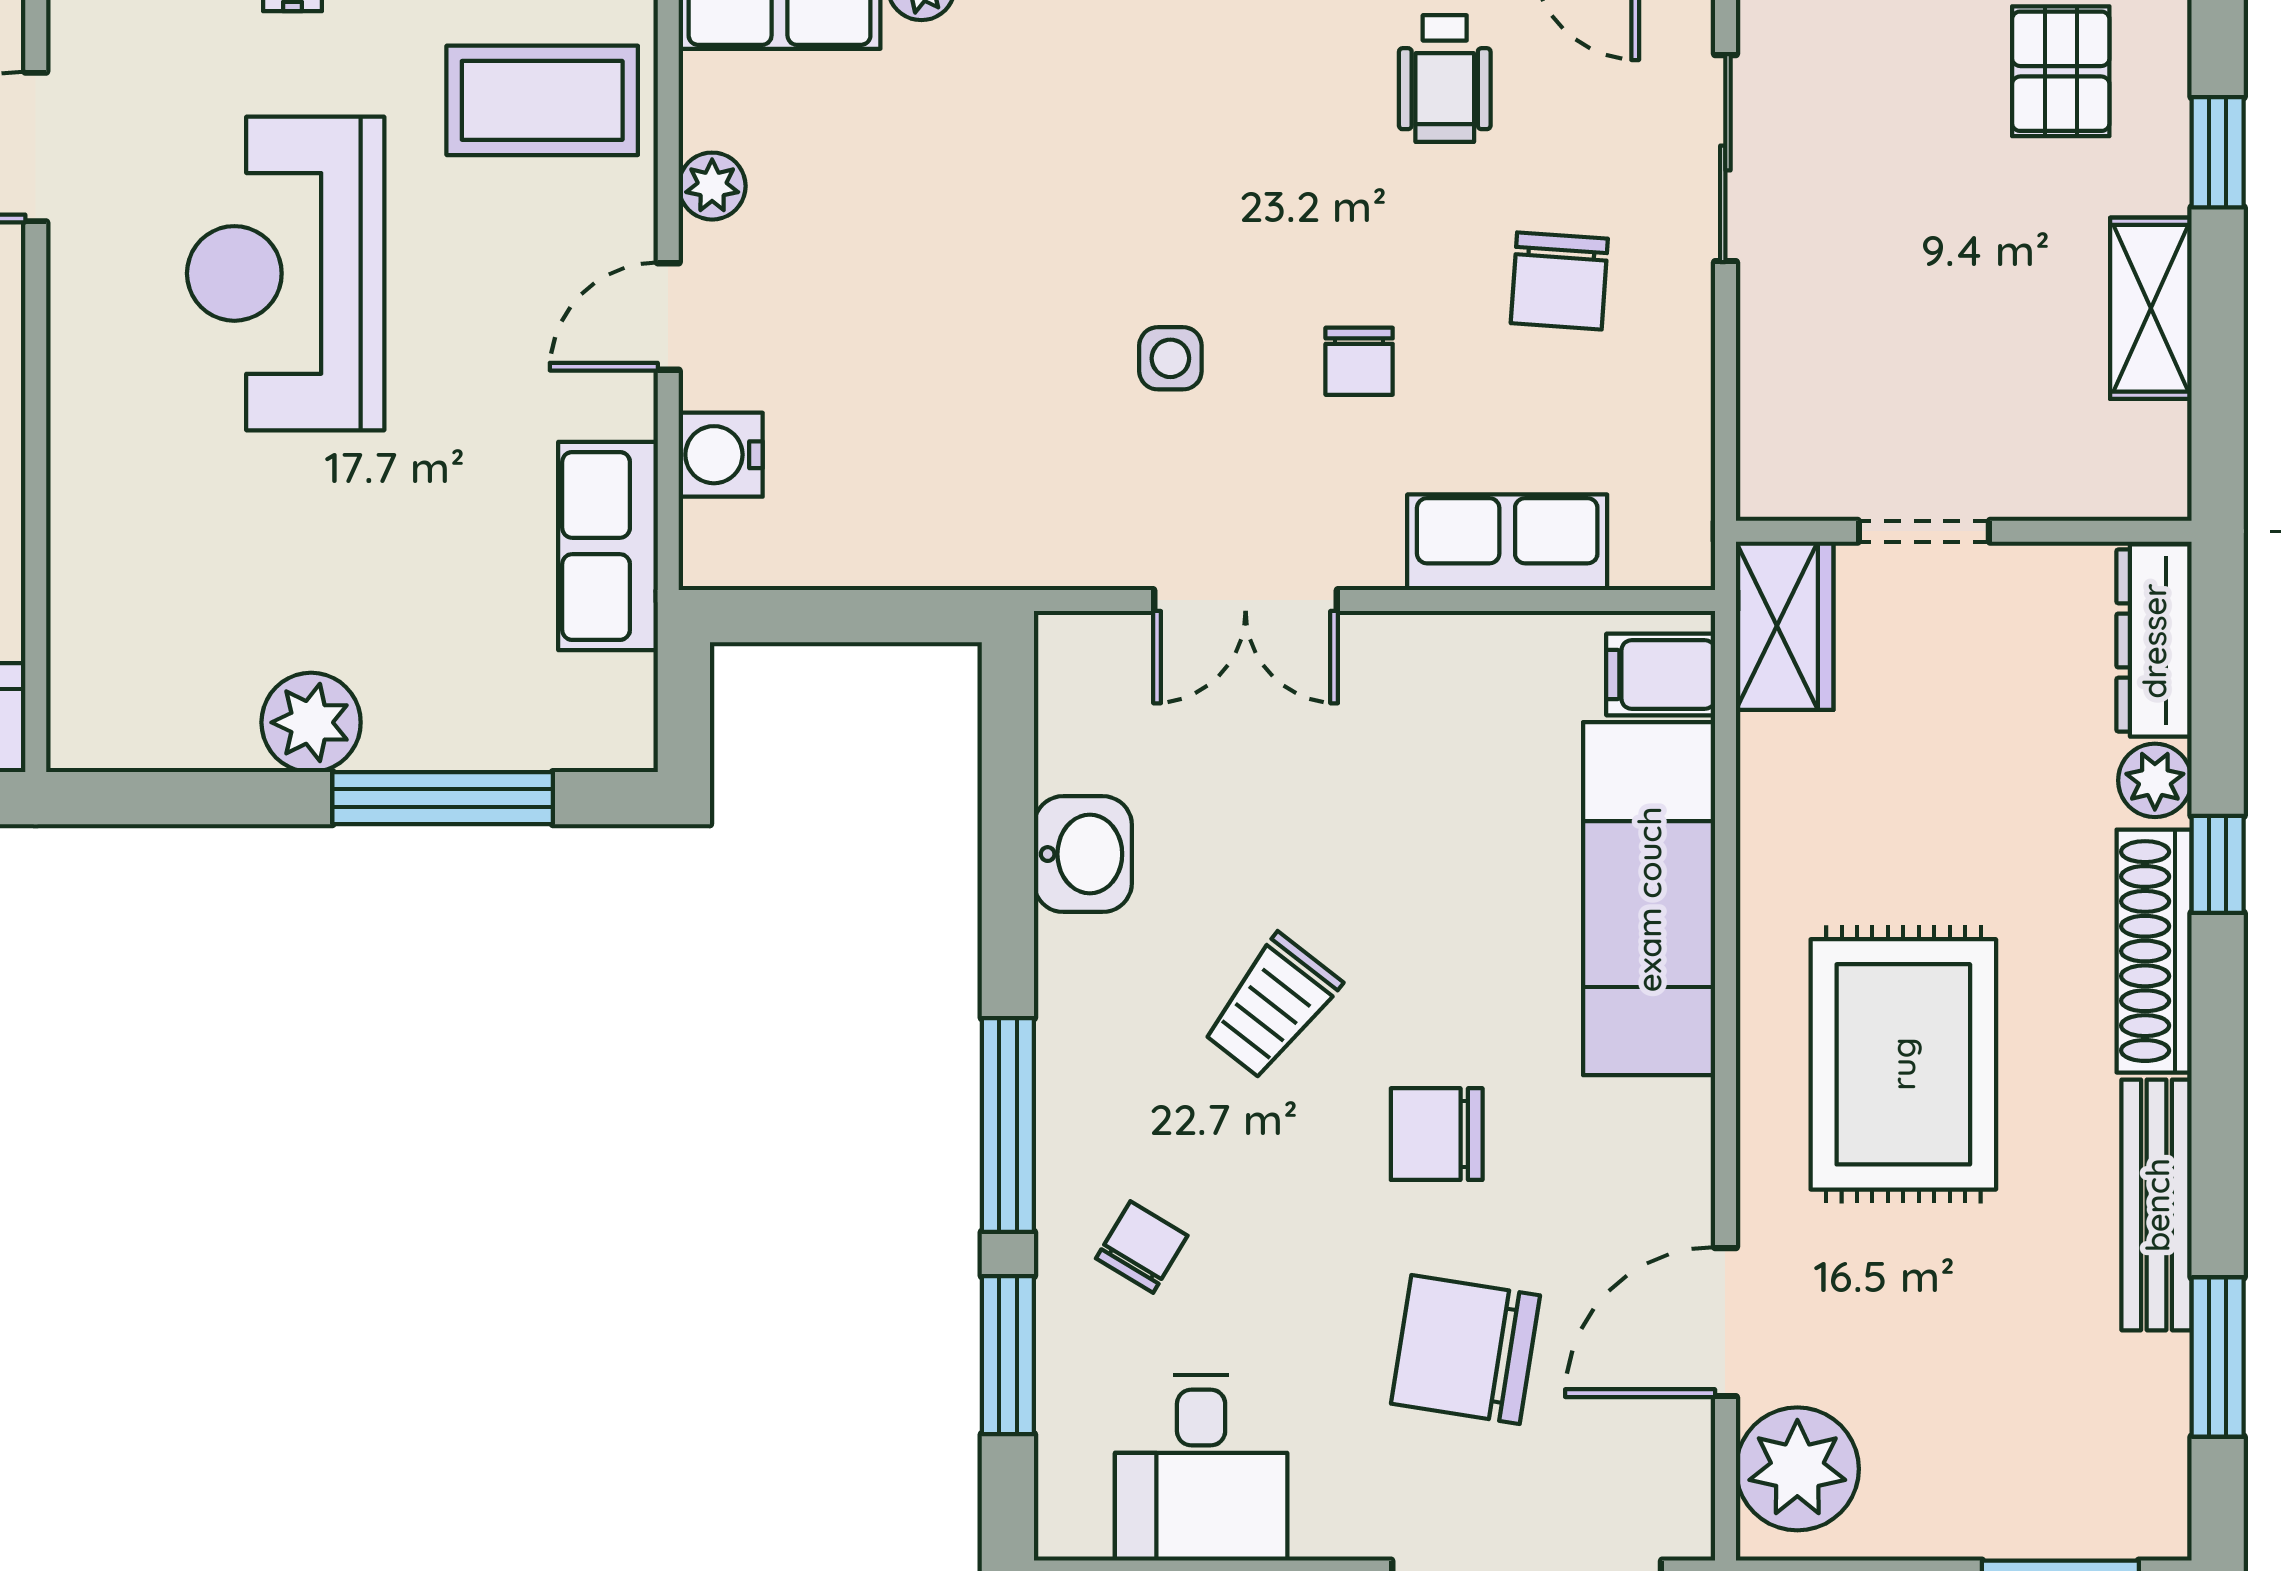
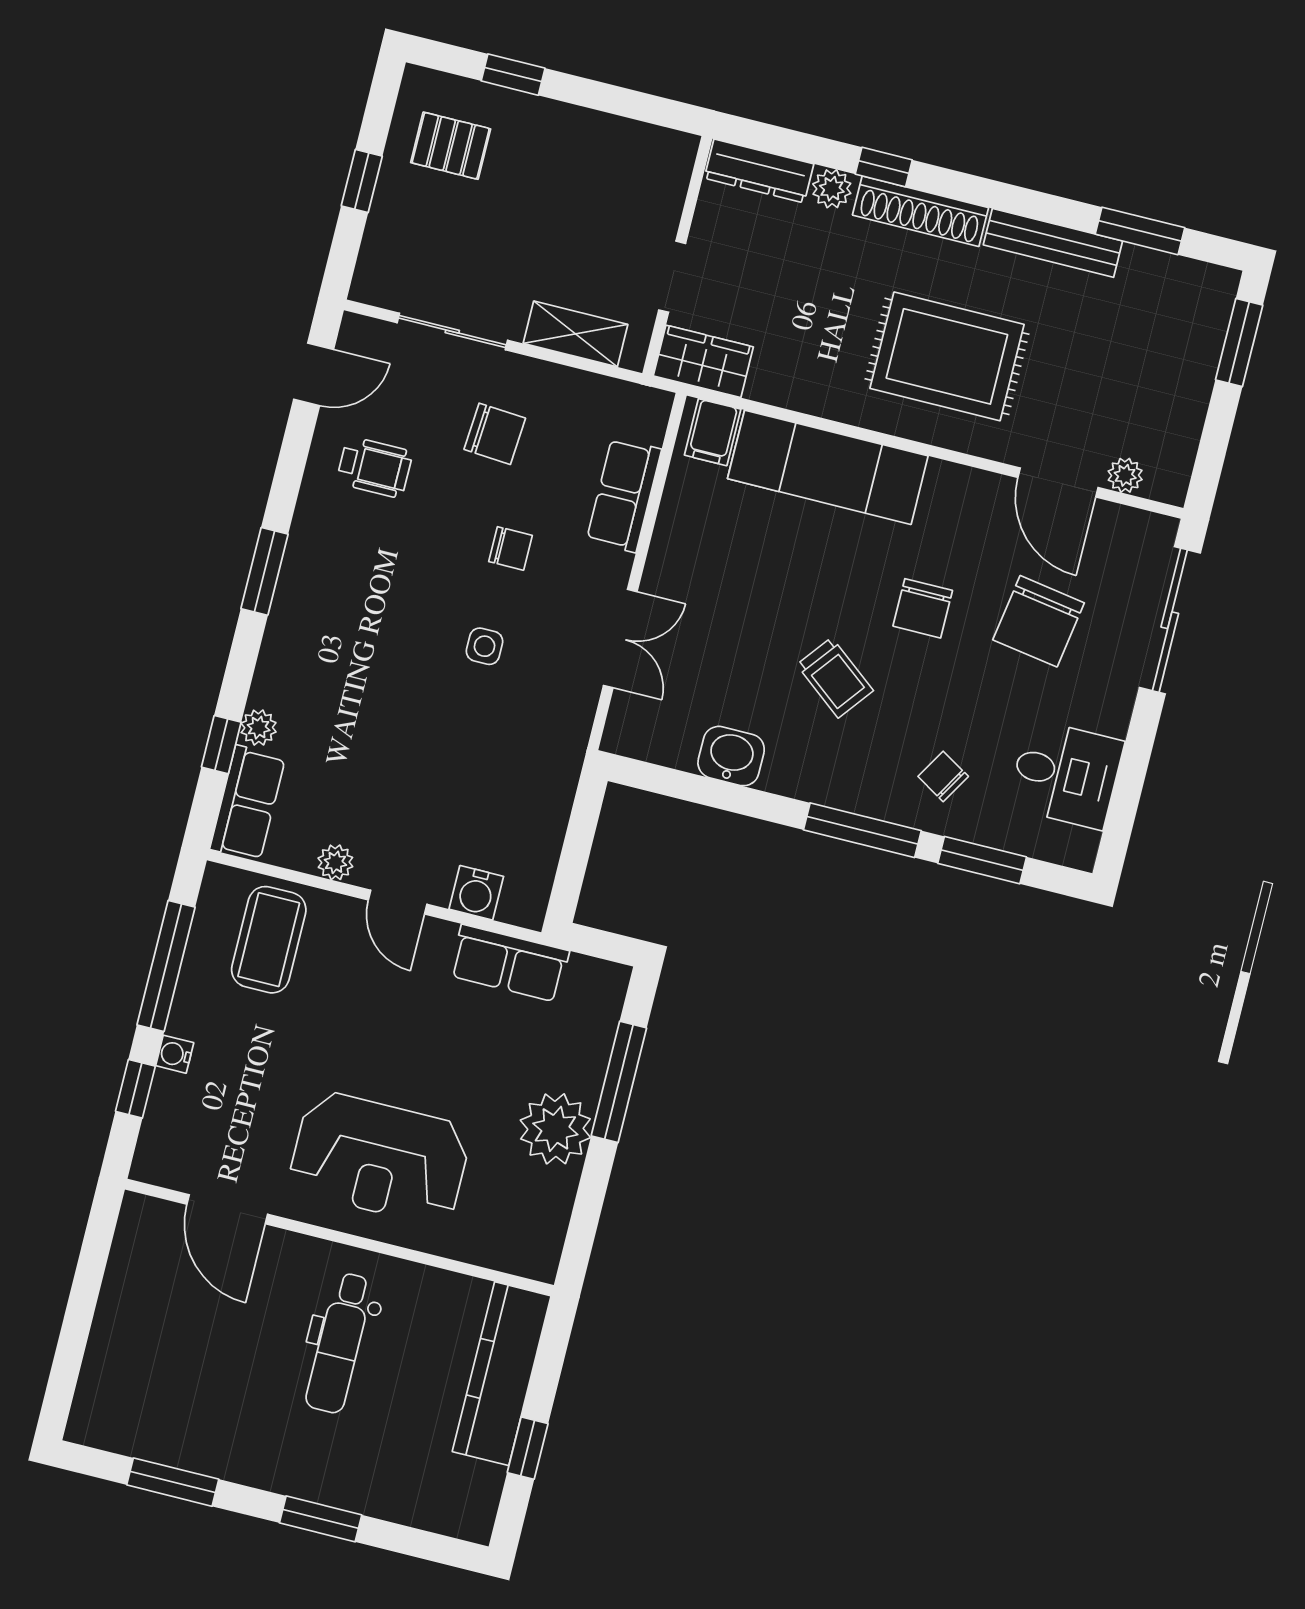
reception desk: (286, 273) -> (380, 1158), moved
shelving: (2151, 308) -> (576, 334), moved
plant: (311, 722) -> (555, 1129), width x1.36, depth x1.36
plant: (1797, 1469) -> (1125, 475), width x0.53, depth x0.53

